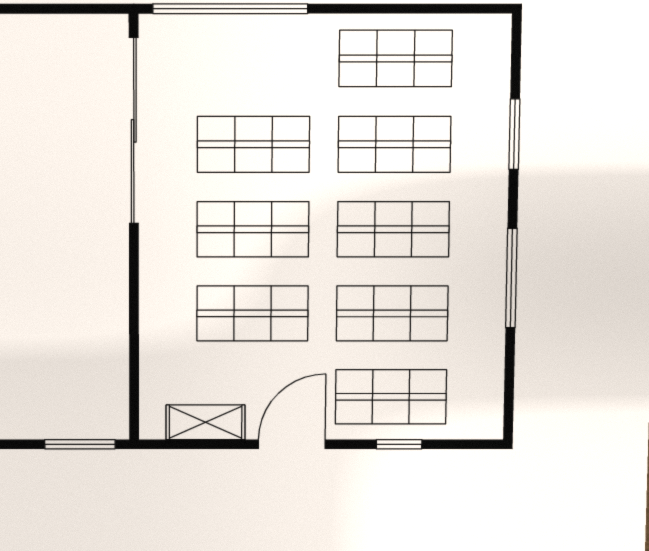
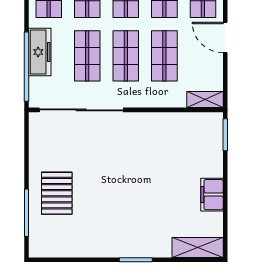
freezer: (263, 38) -> (40, 52), added
shelving: (206, 422) -> (205, 100), moved, turned 90

